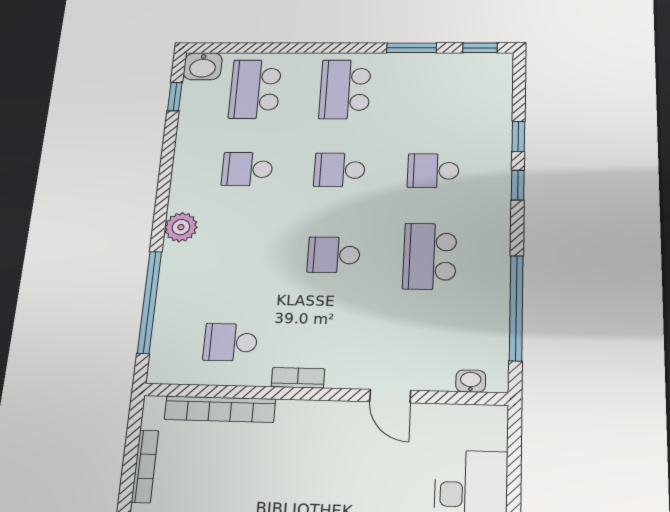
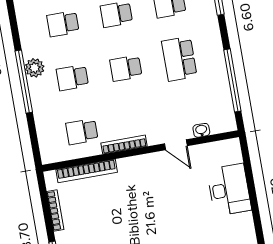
school desk: (239, 253) -> (72, 78), added
window: (150, 302) -> (24, 82), moved
bookcase: (298, 378) -> (124, 145), width x1.56
washbasin: (471, 381) -> (201, 130), moved

